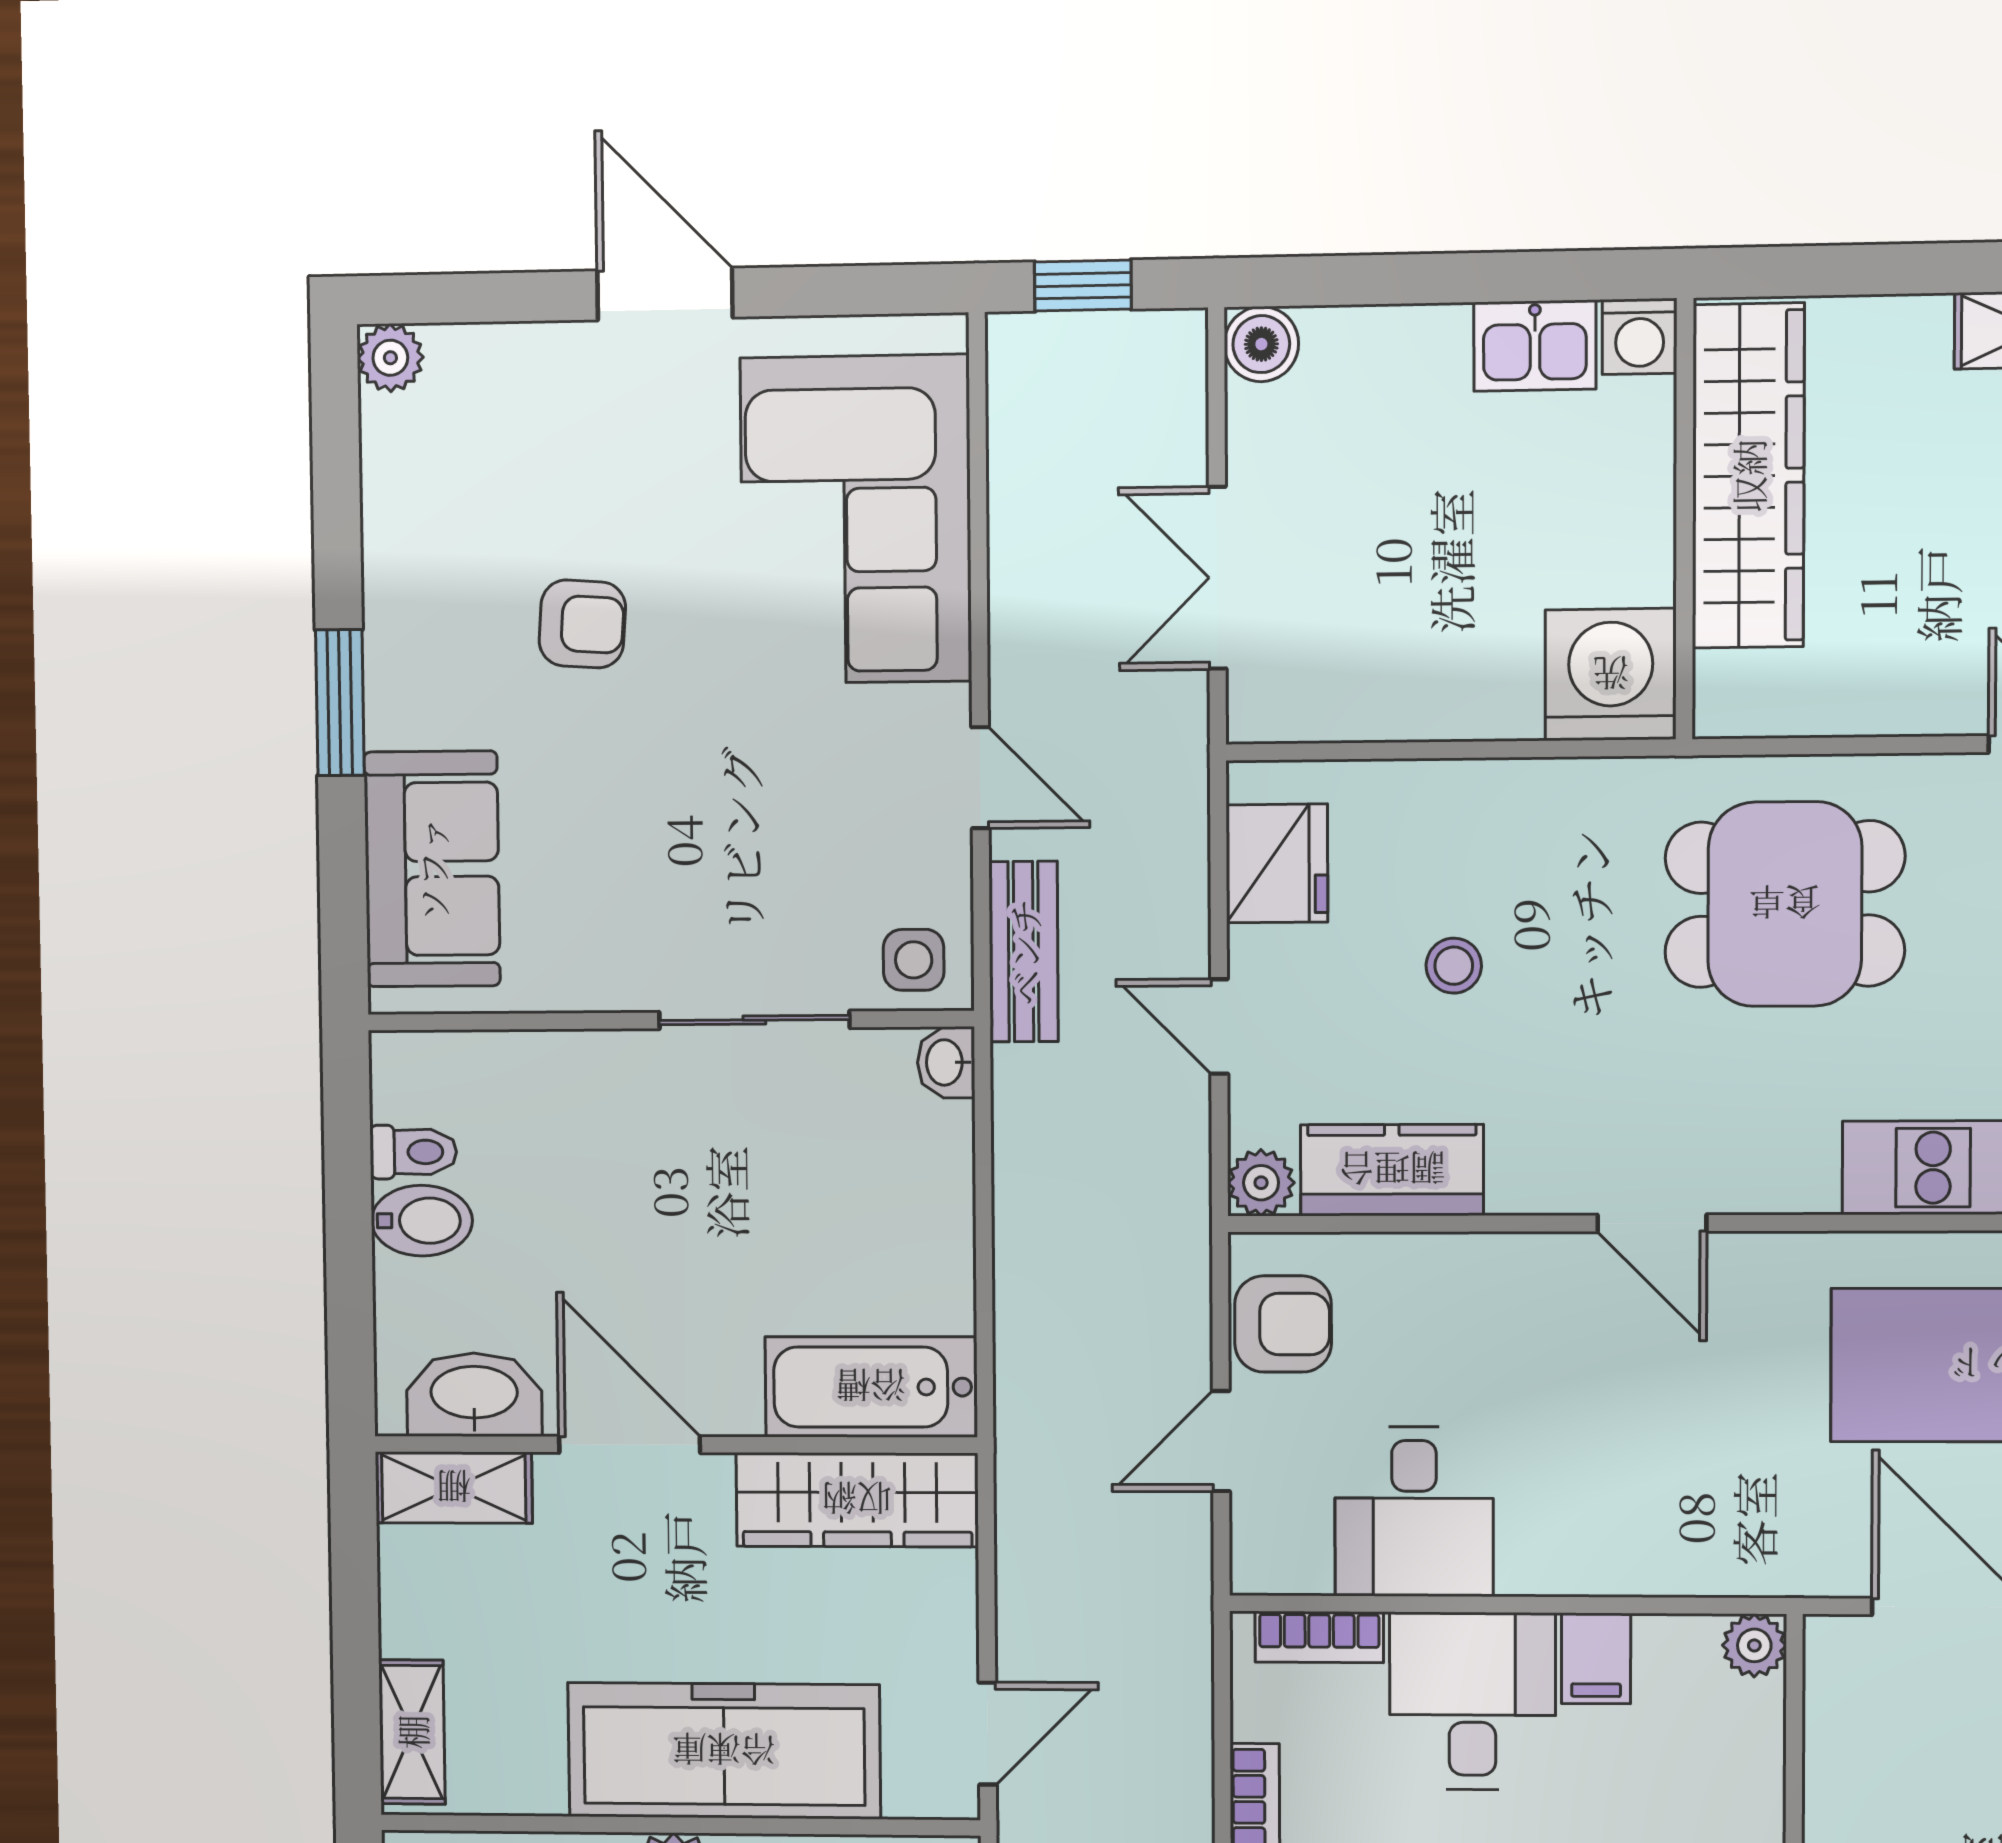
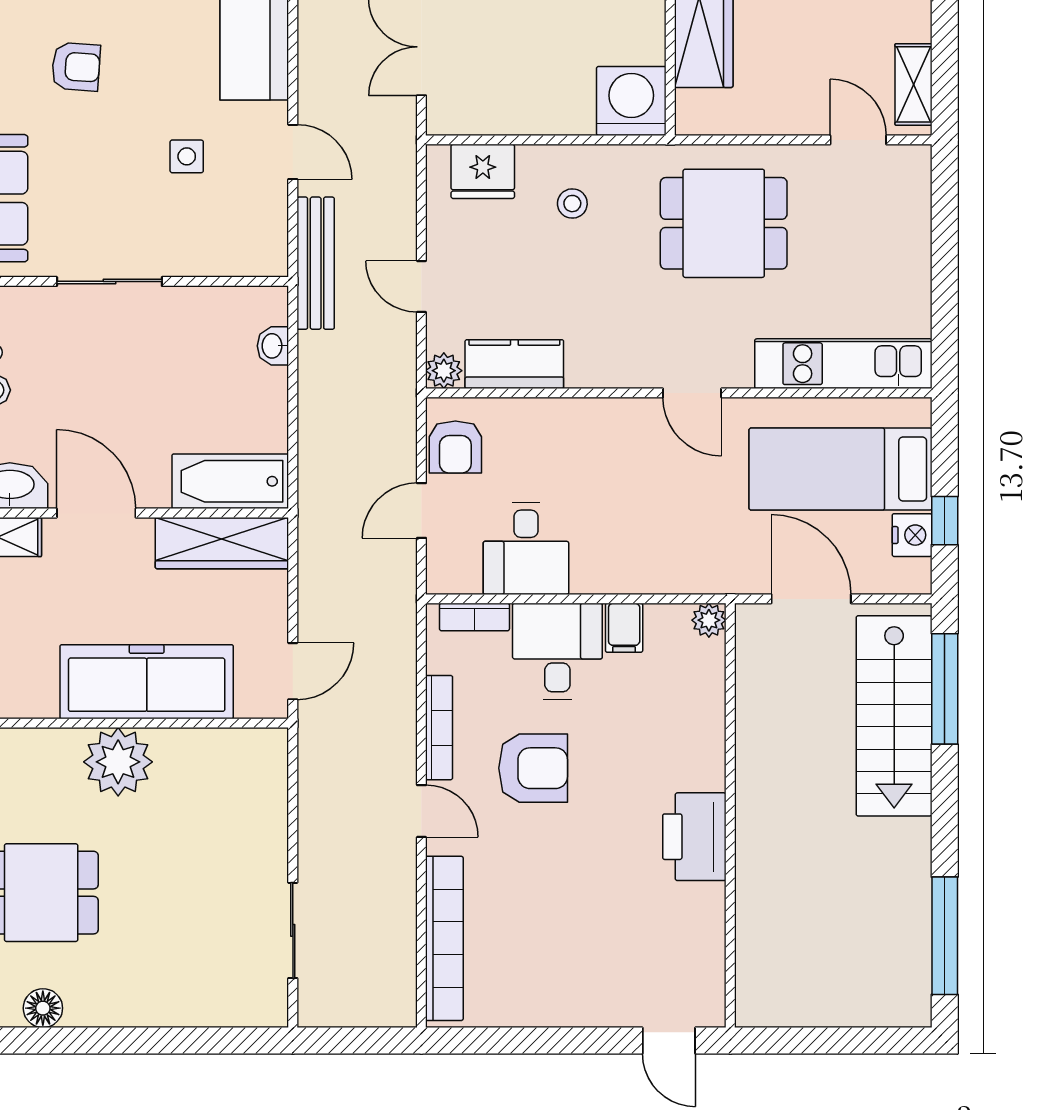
fridge: (1277, 863) -> (483, 171), moved, turned 90
bench: (1024, 952) -> (316, 263), width x1.36
side table: (914, 960) -> (187, 156), moved
stool: (1454, 966) -> (572, 204), moved
sliding door: (754, 1020) -> (109, 281), moved
washbasin: (946, 1062) -> (273, 346), moved
door: (1652, 1223) -> (692, 393), moved
armchair: (1283, 1324) -> (455, 447), turned 90

